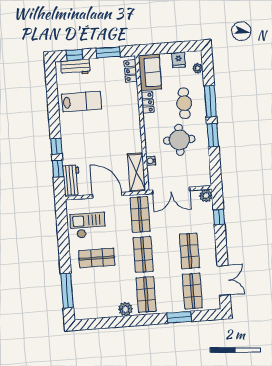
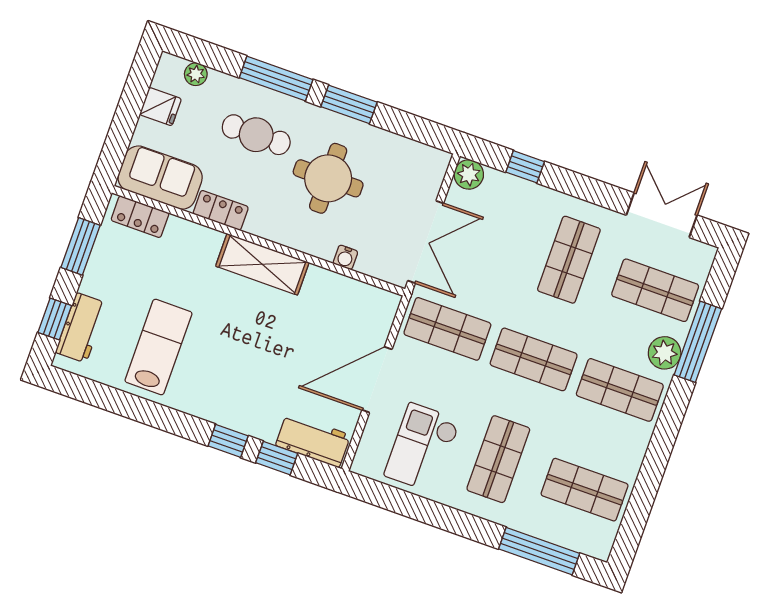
shelving: (136, 172) -> (262, 264), moved
shop shelf: (189, 251) -> (569, 260), turned 90
shop shelf: (100, 298) -> (585, 490), added
plant: (125, 309) -> (665, 353), moved
window: (179, 317) -> (698, 342), width x1.44

